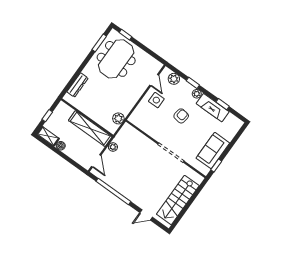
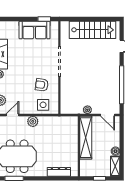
side table: (156, 100) -> (43, 105), moved
armchair: (181, 116) -> (42, 85), moved
plant: (118, 118) -> (33, 121), moved
door: (96, 161) -> (108, 115), swing flipped

